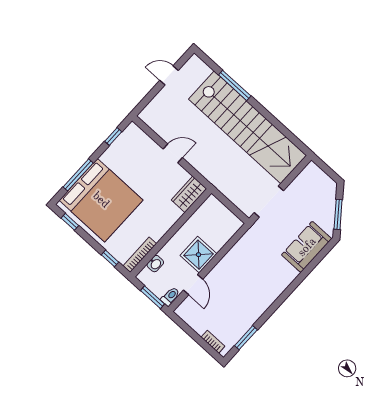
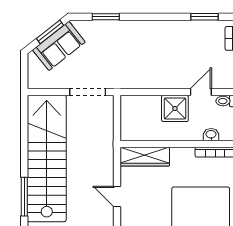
wardrobe: (189, 194) -> (145, 157), width x1.50
sofa: (307, 247) -> (59, 46), moved, turned -38
window: (312, 265) -> (106, 17), added

